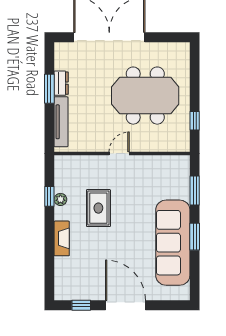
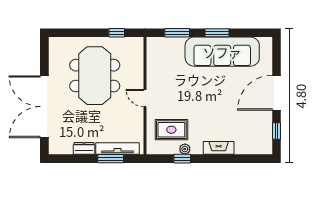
window: (49, 89) -> (111, 159), moved
rug: (98, 208) -> (171, 130), moved

